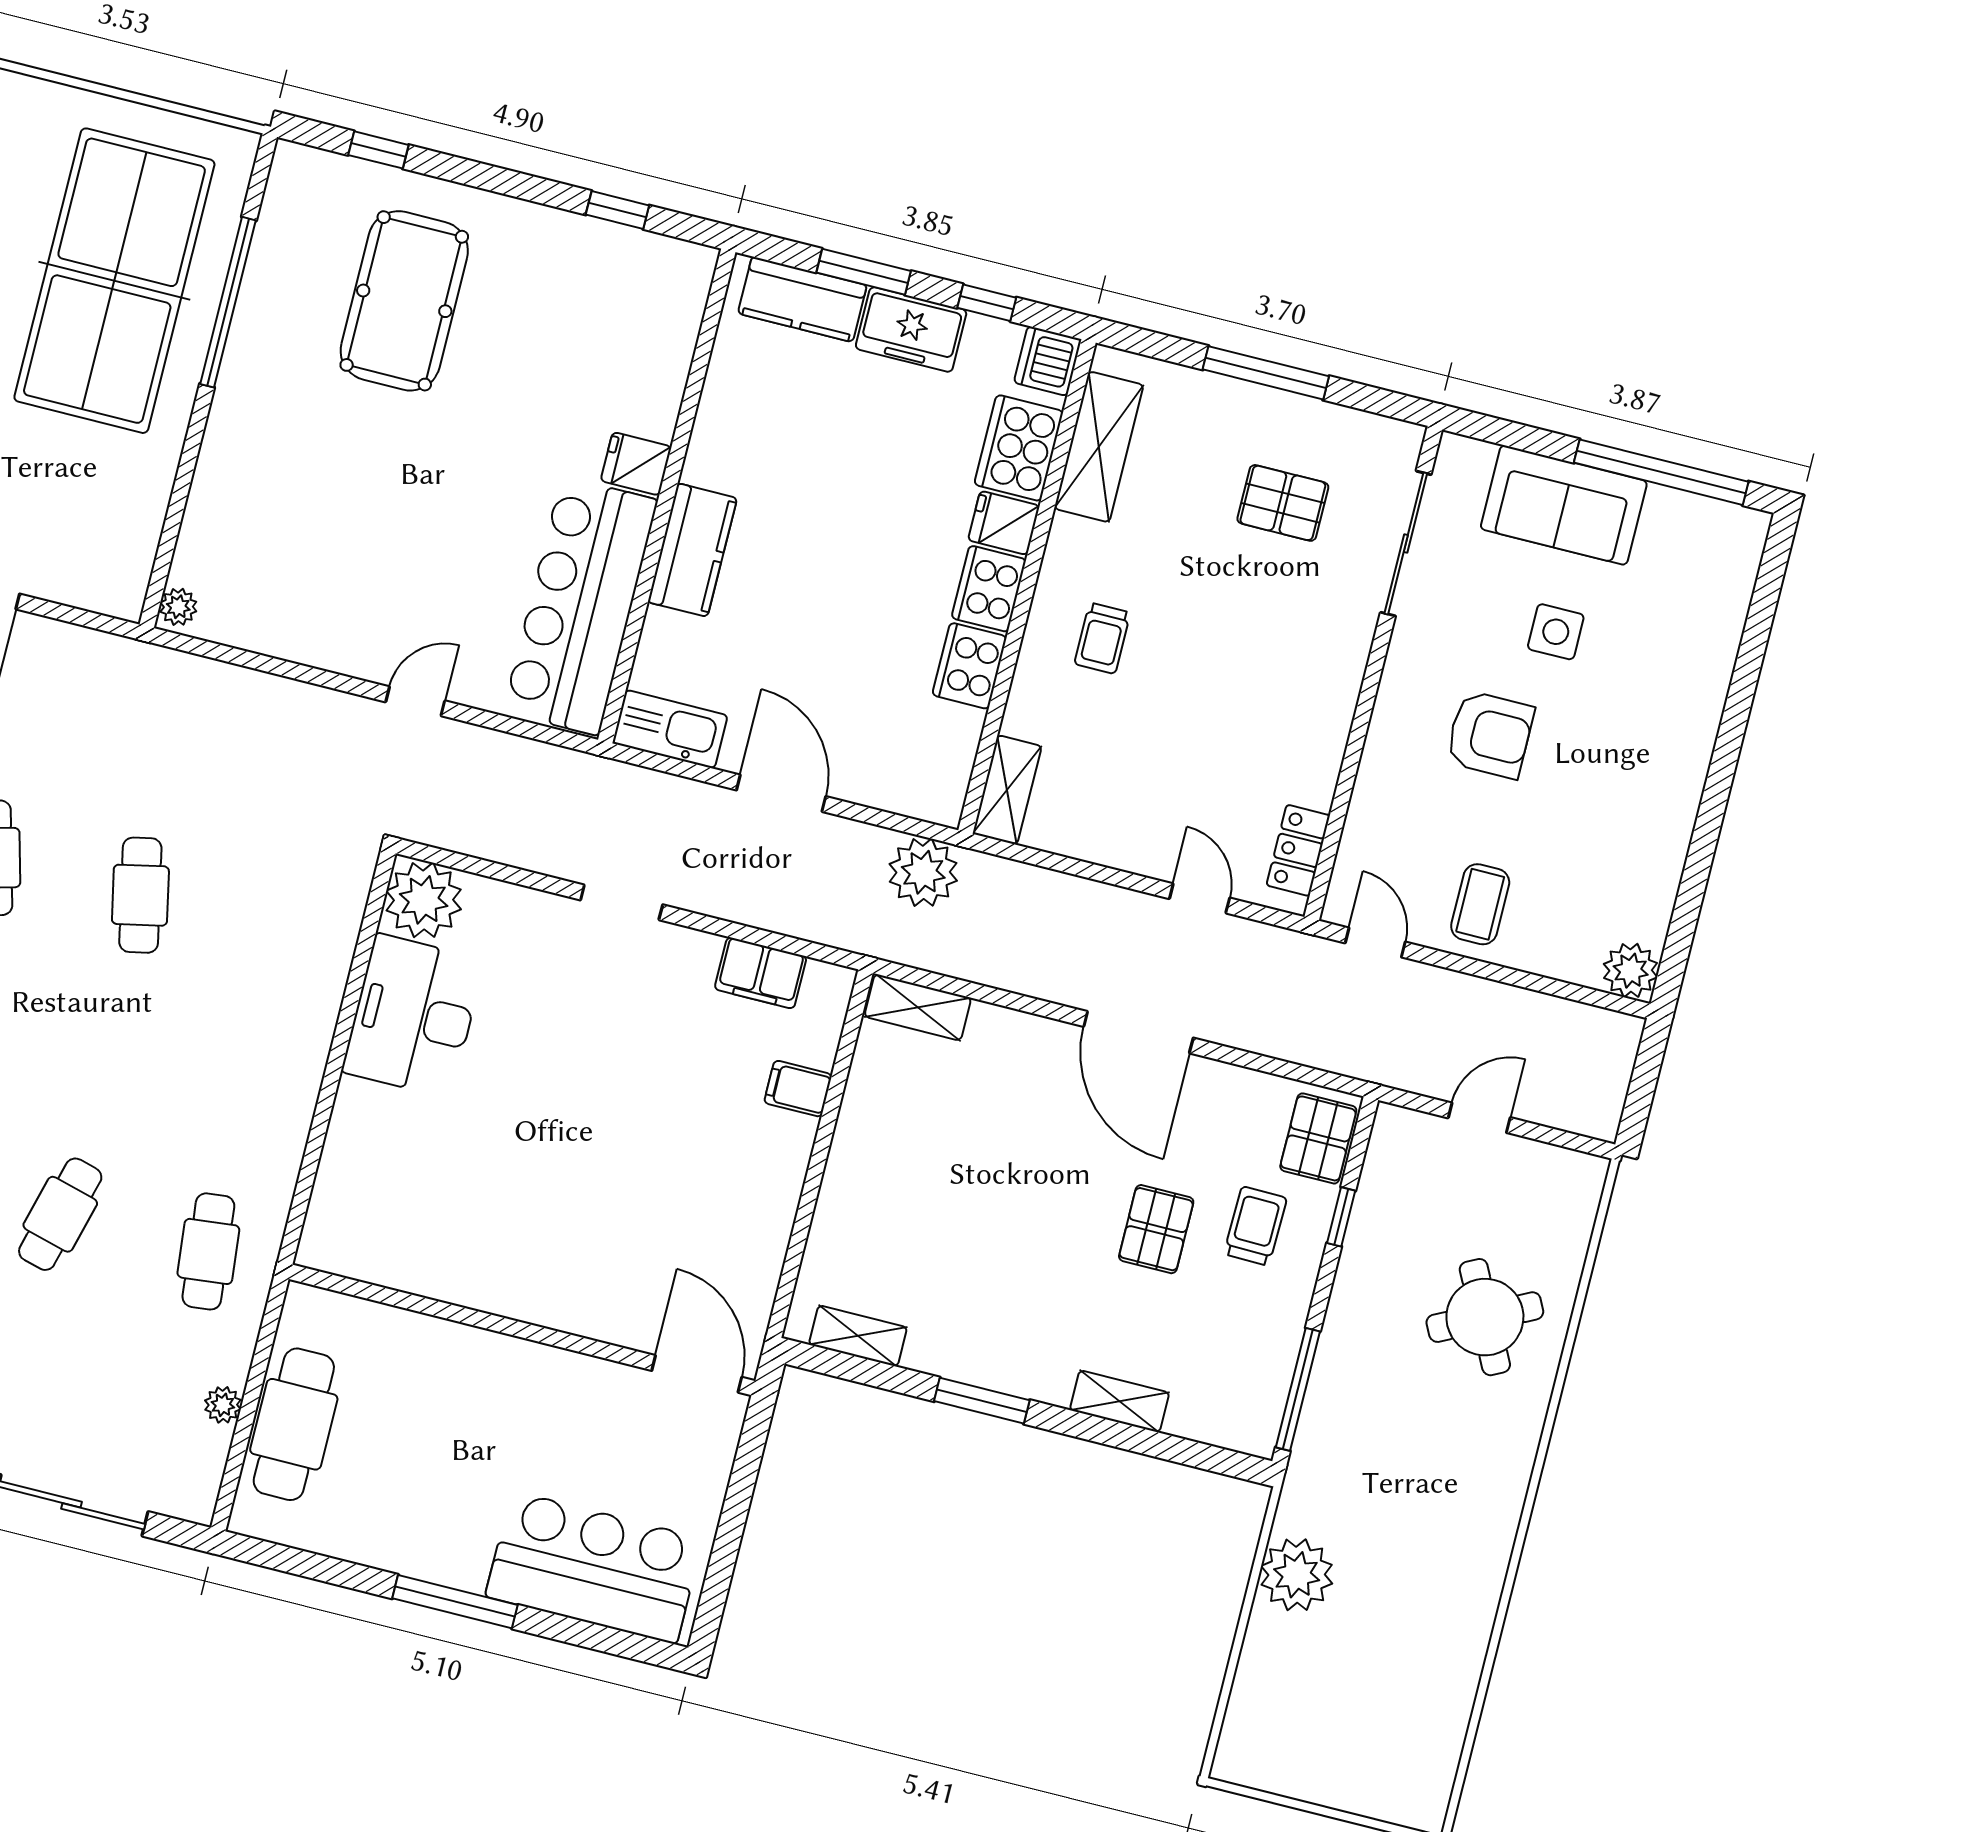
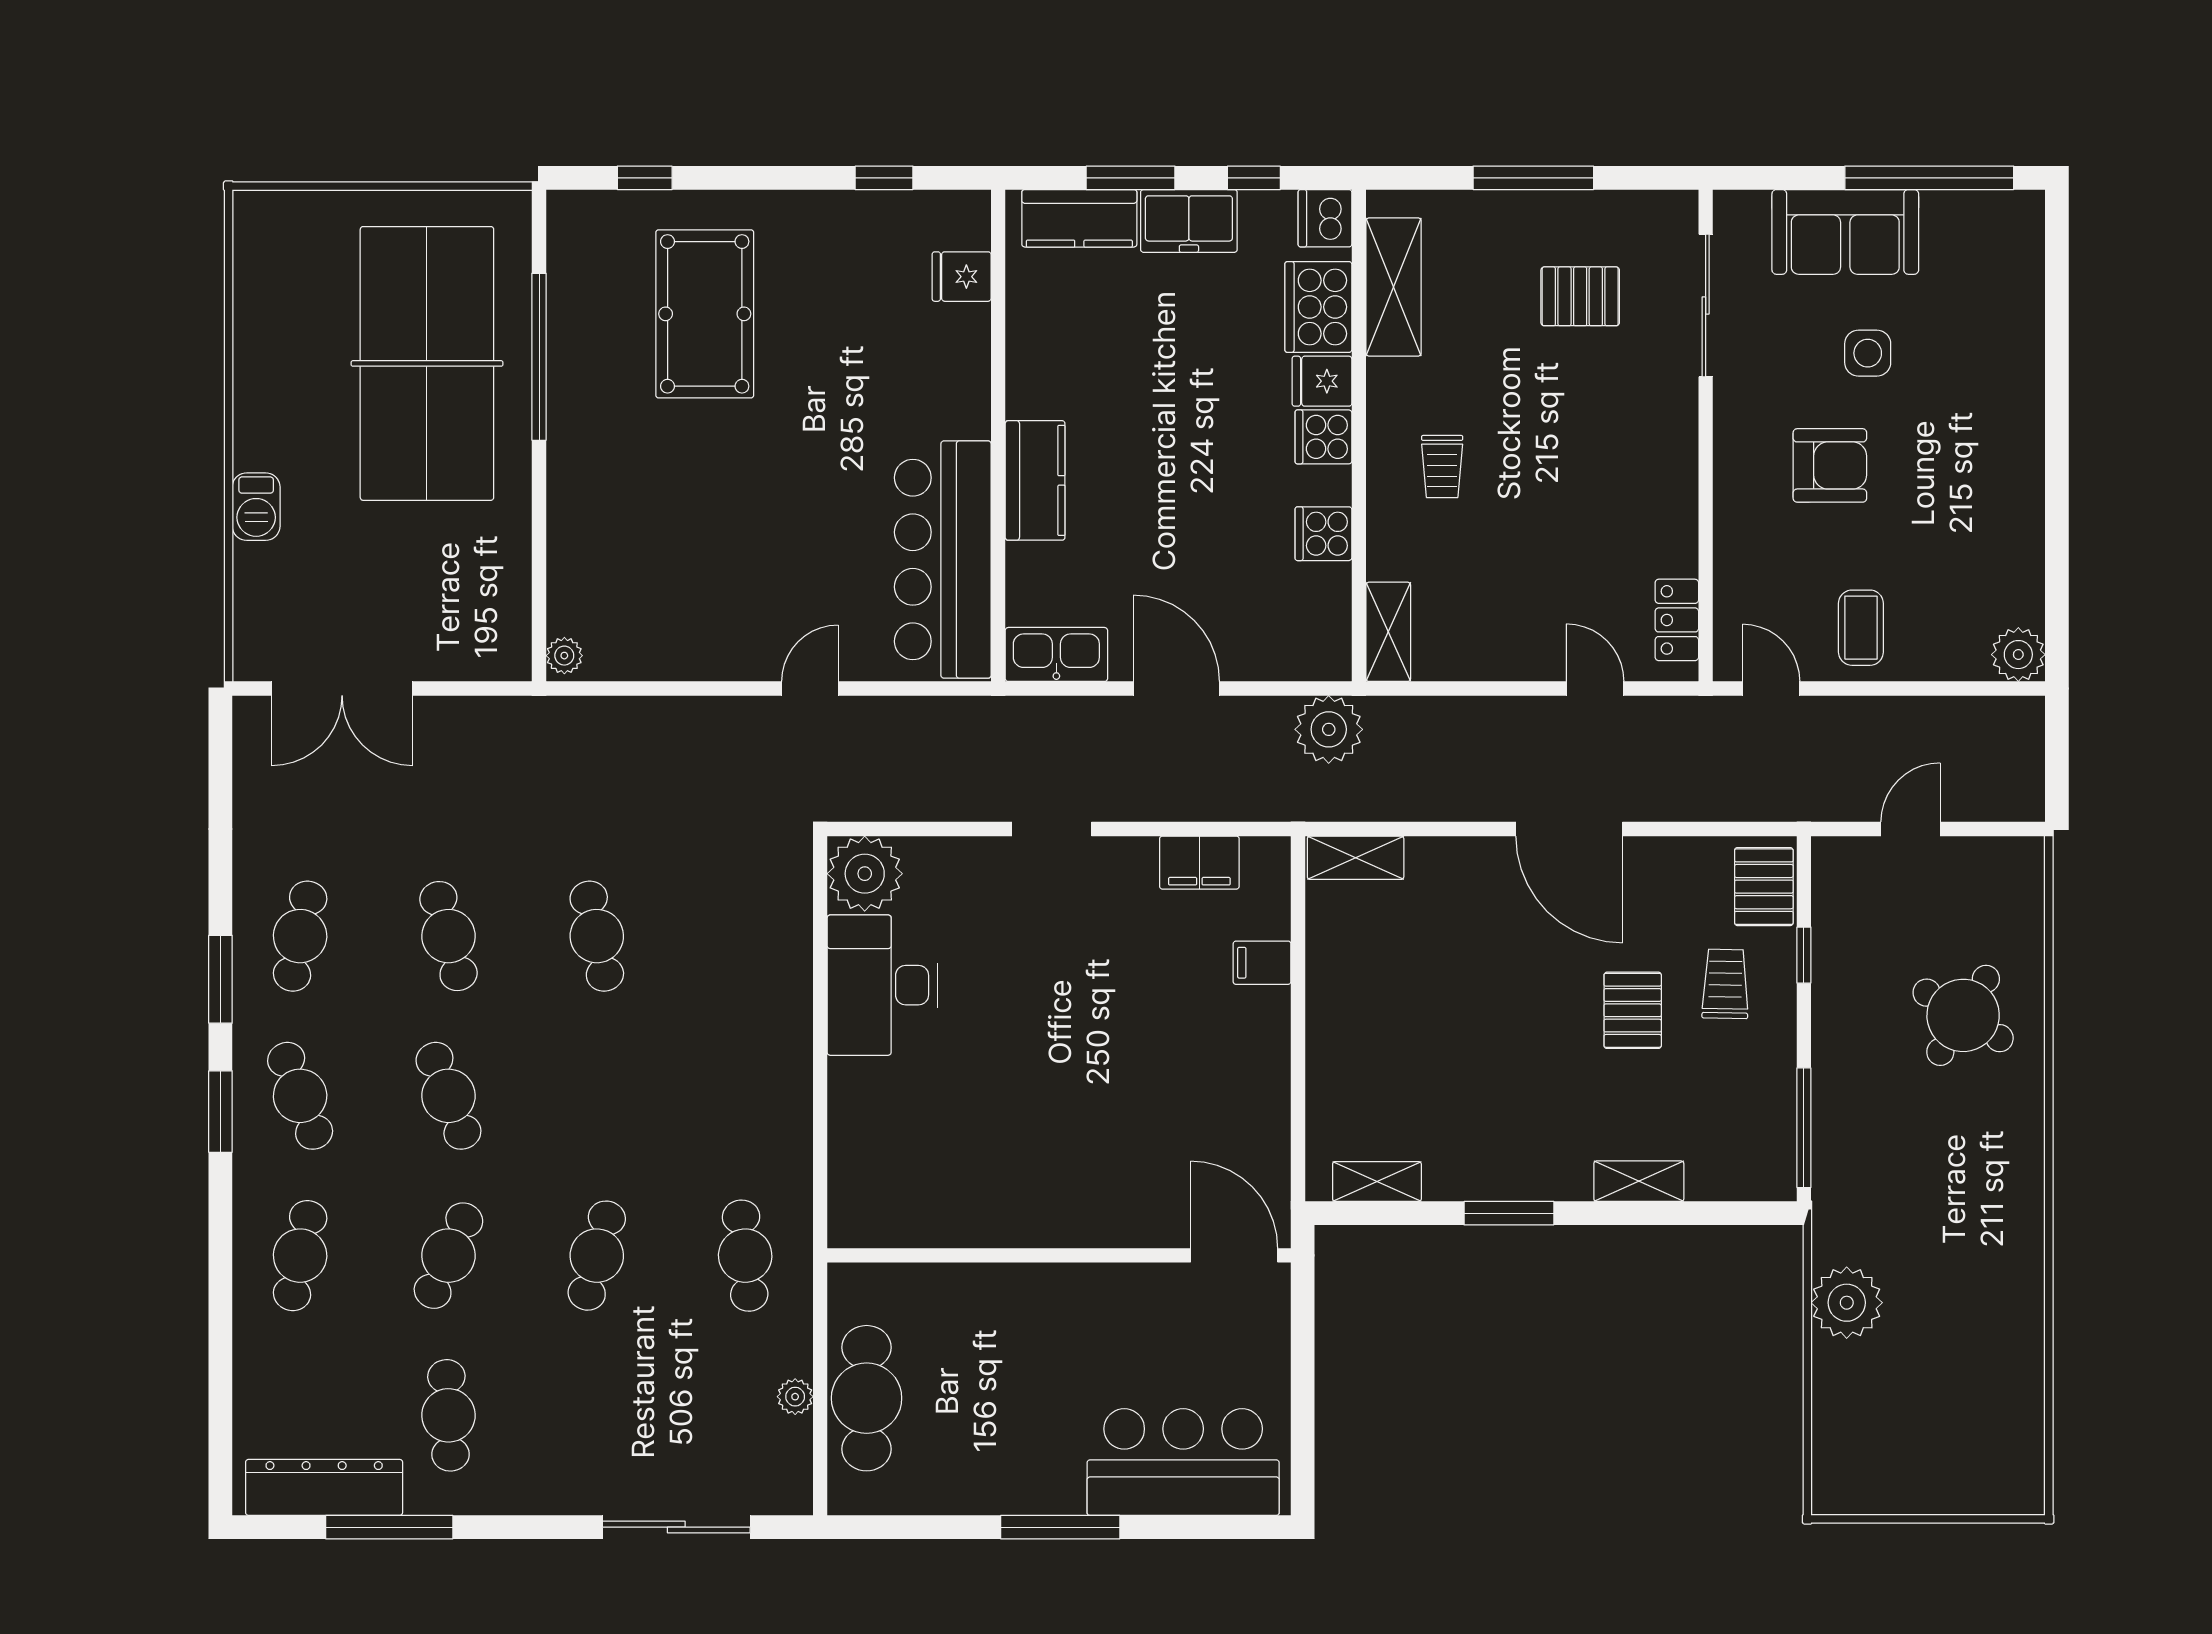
fridge: (636, 464) -> (962, 277), moved
cooker: (989, 589) -> (1323, 437), width x0.73
cooker: (969, 666) -> (1323, 534), width x0.73
round table: (1485, 1317) -> (1963, 1015), turned -31

